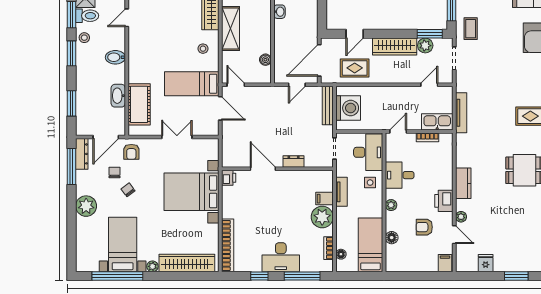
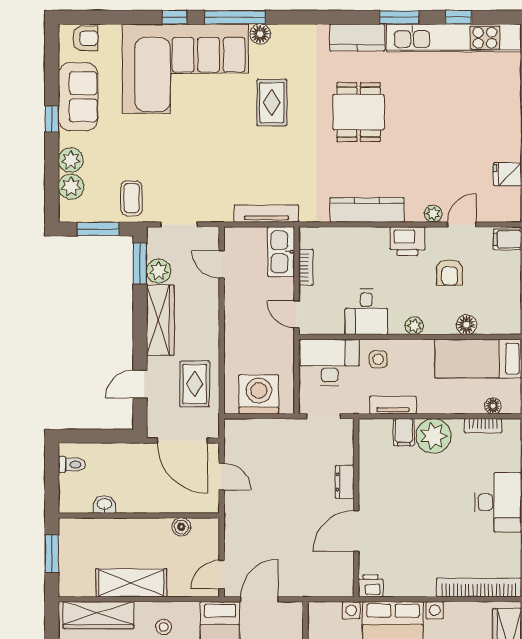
coffee table: (471, 29) -> (132, 198), turned 90
door: (355, 34) -> (140, 384), swing flipped
bench: (328, 106) -> (255, 427), removed
kitchen counter: (463, 183) -> (367, 210), width x1.50

